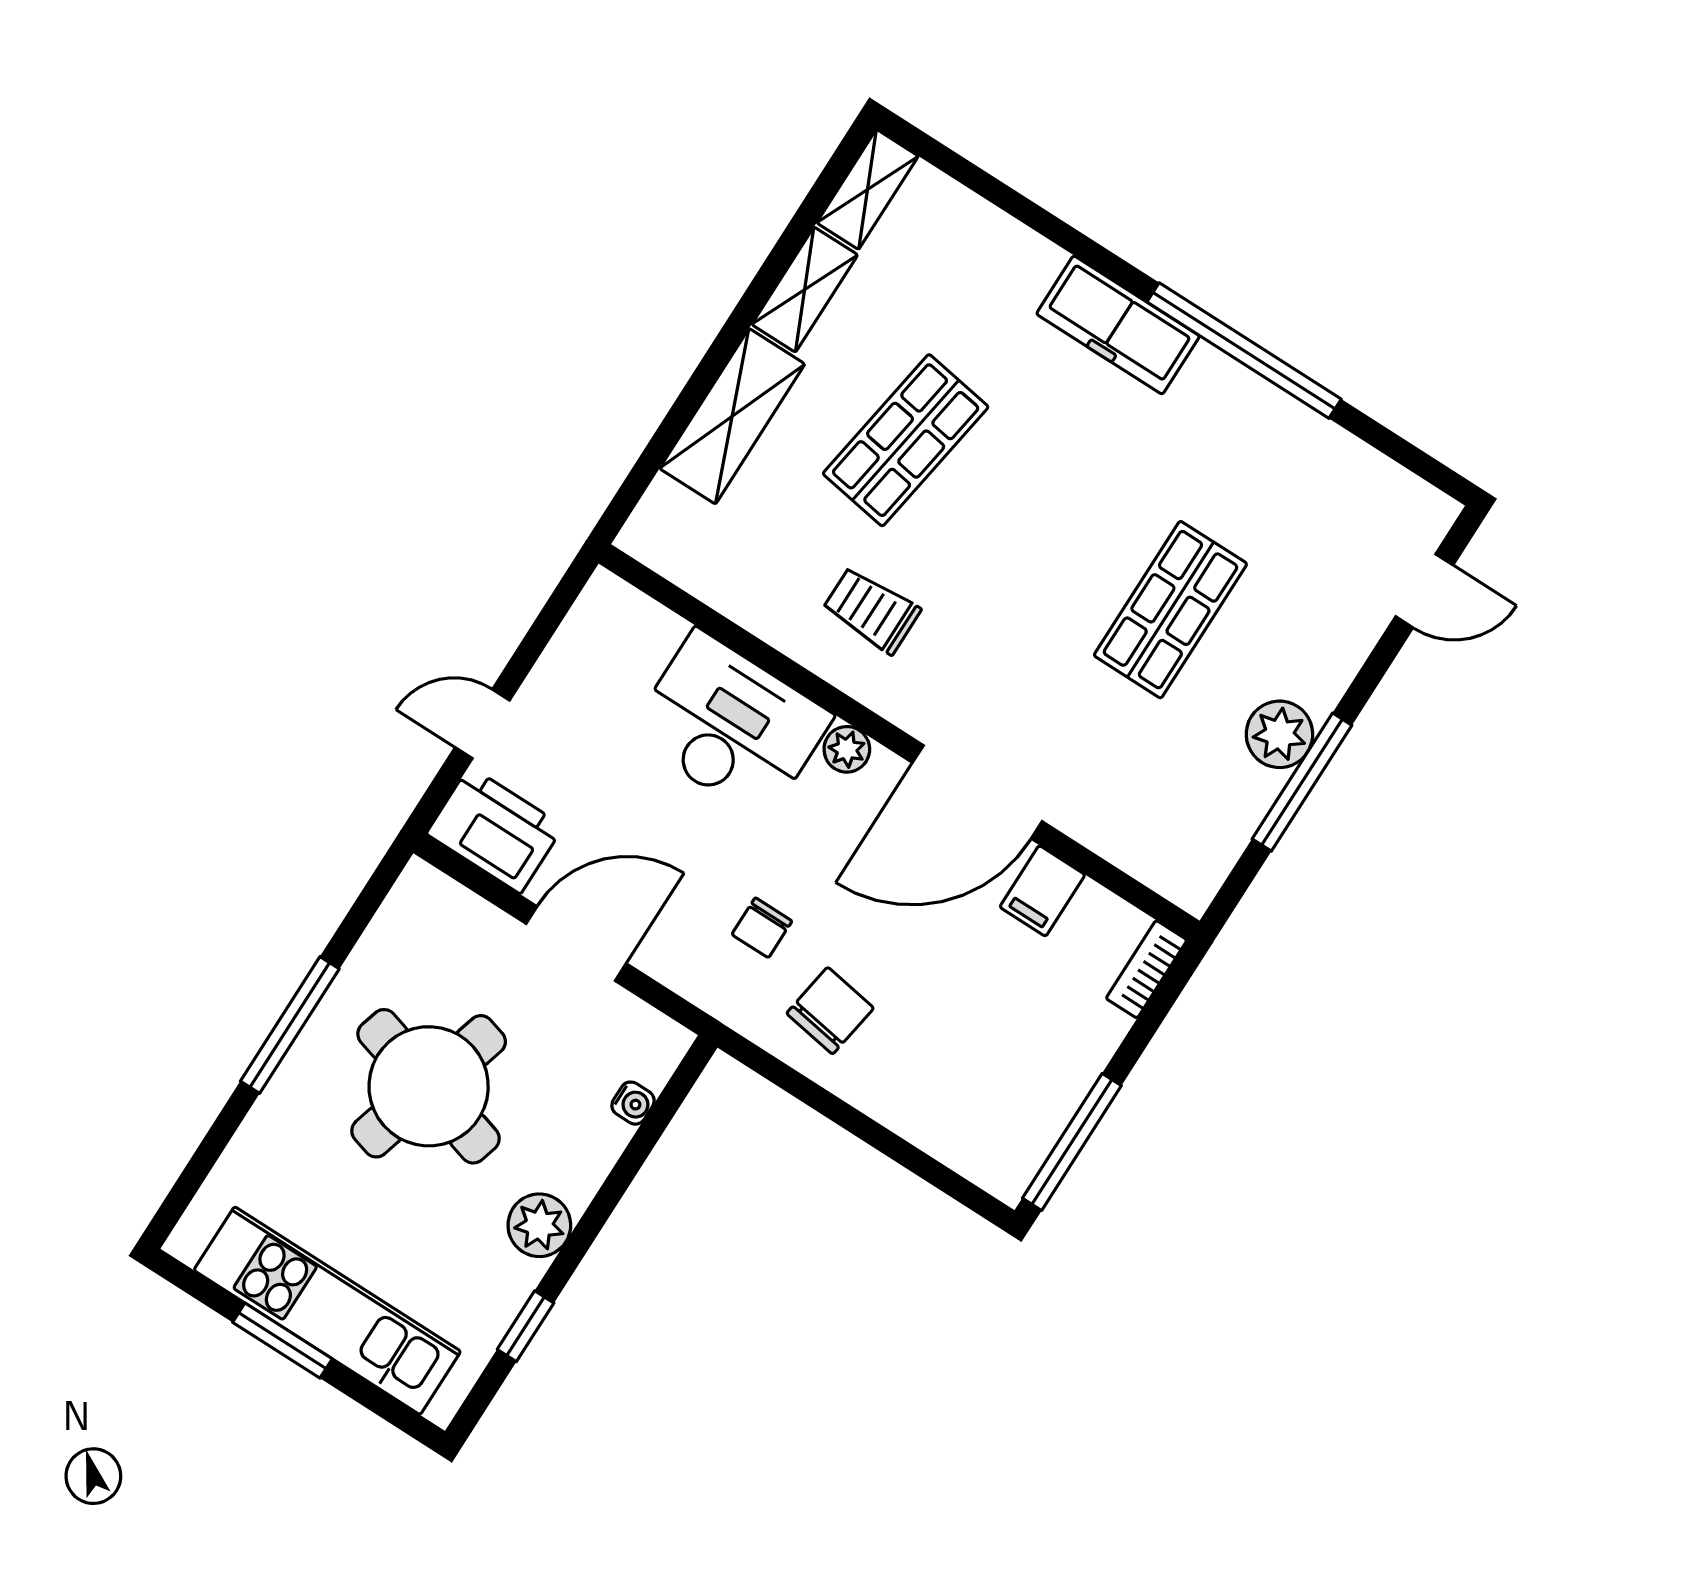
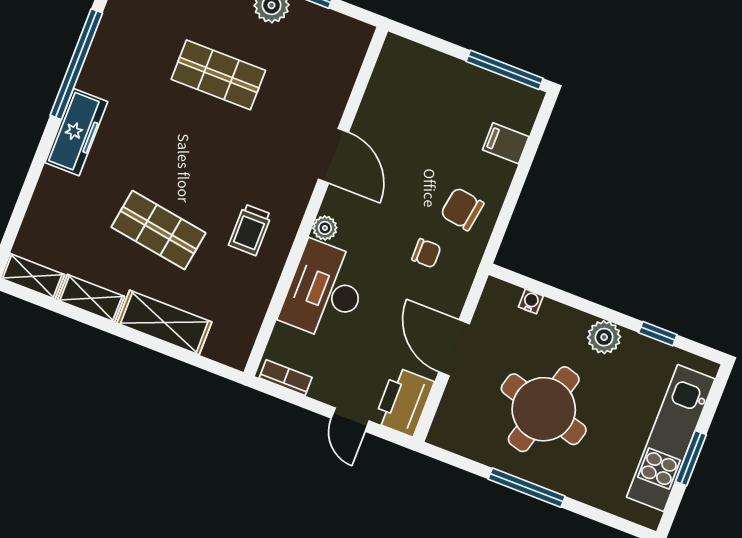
door: (977, 792) -> (333, 156), width x0.73
filing cabinet: (1042, 891) -> (506, 143), moved, turned 180
bookcase: (1147, 969) -> (286, 378), moved, turned 180

